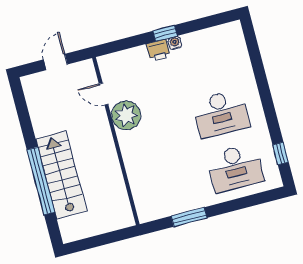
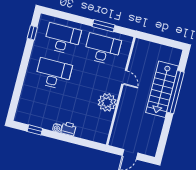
window: (165, 33) -> (35, 130), moved
door: (104, 94) -> (124, 77), moved
desk: (173, 184) -> (102, 49), added

